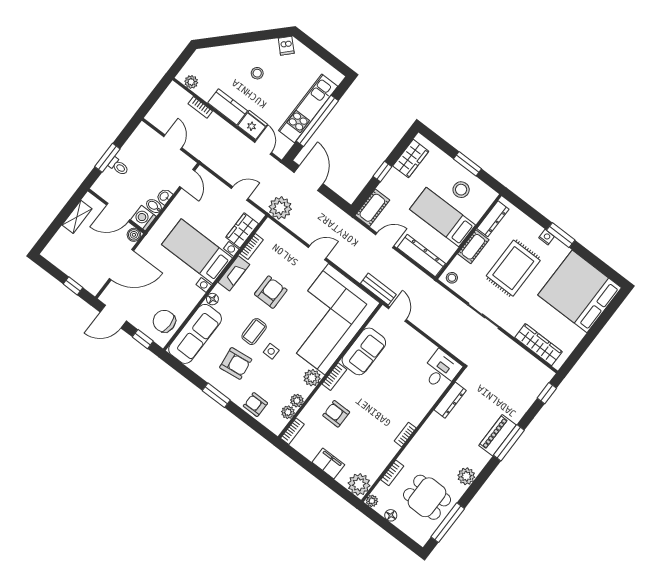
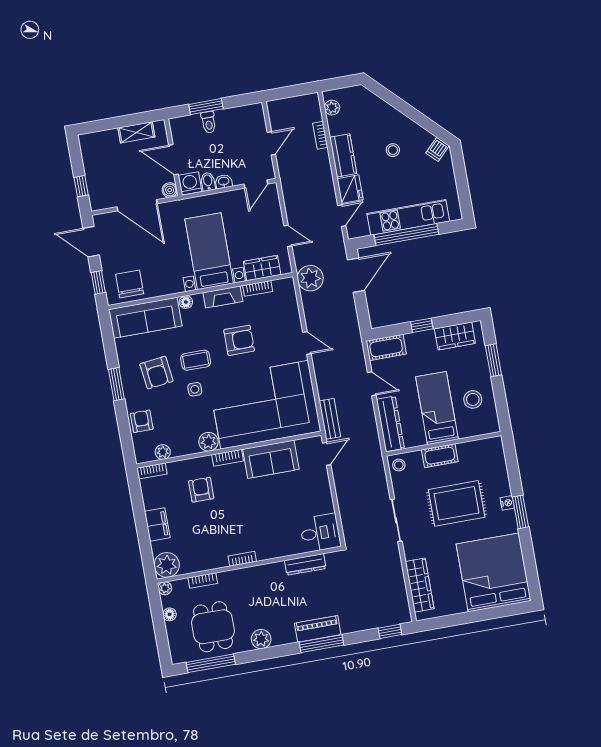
window: (468, 164) -> (493, 360), moved
dresser: (493, 219) -> (477, 447), removed
plant: (297, 401) -> (179, 449), removed

